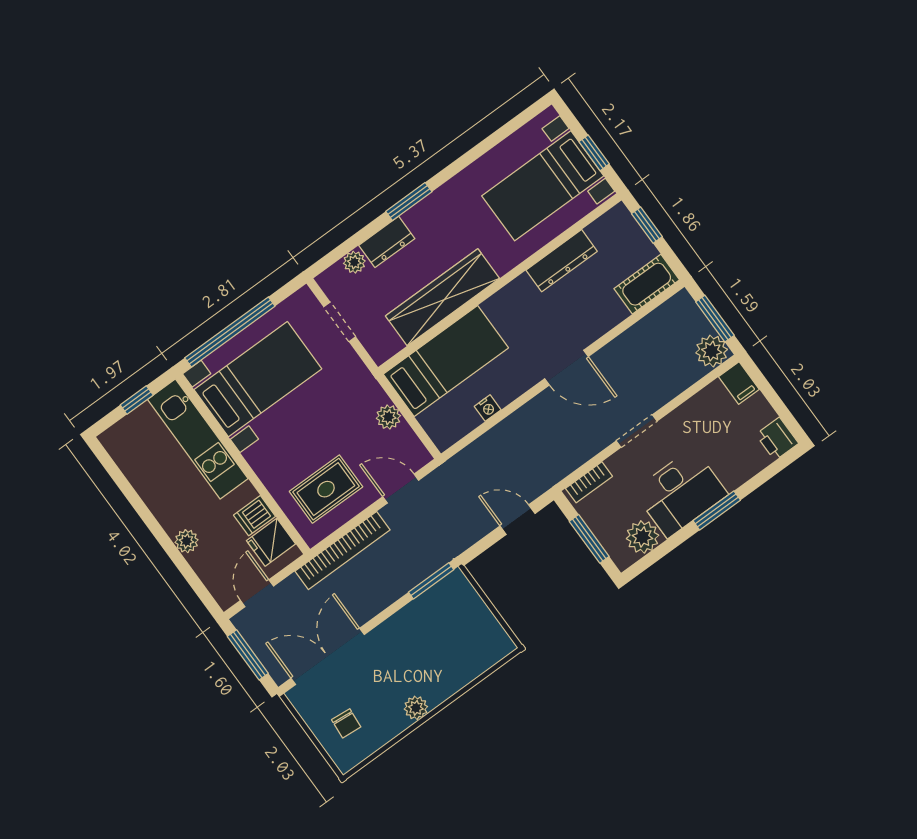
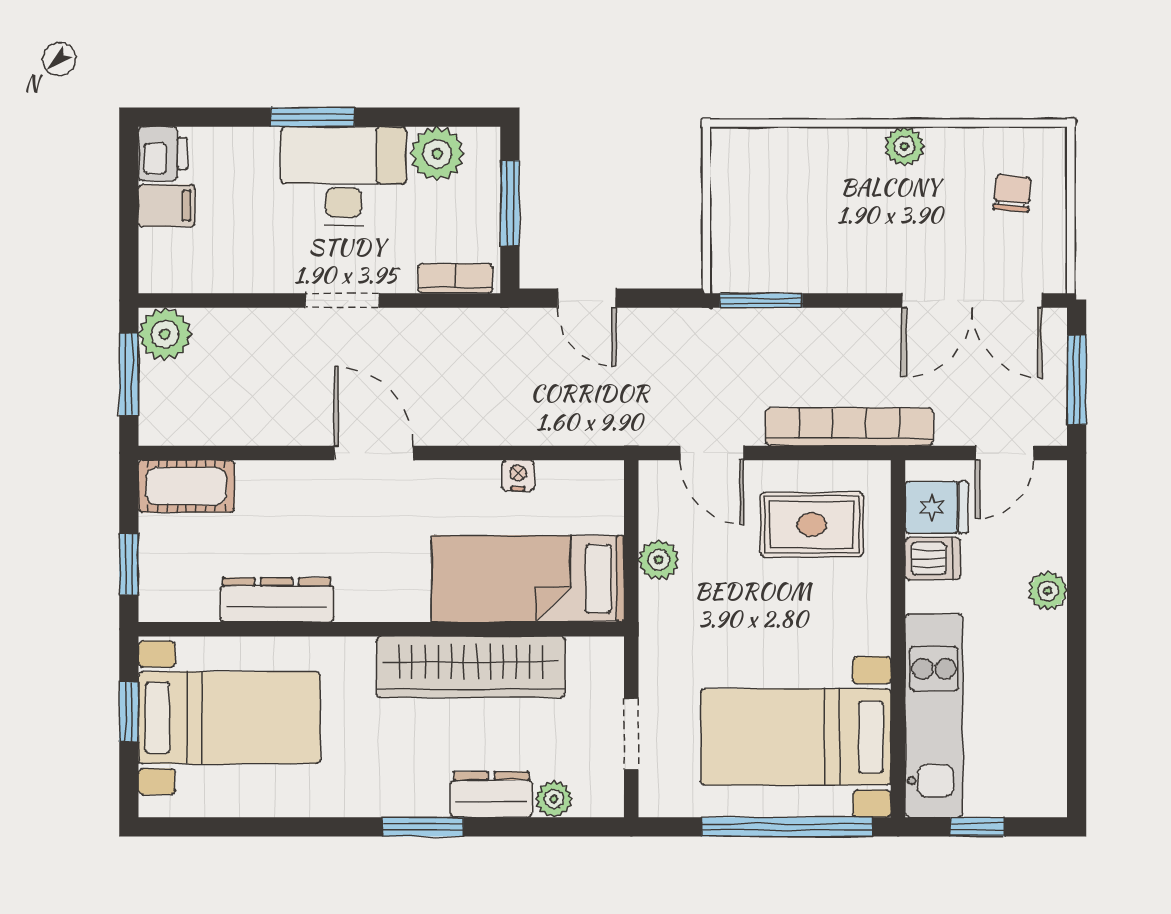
filing cabinet: (739, 383) -> (167, 206), moved, turned 90

